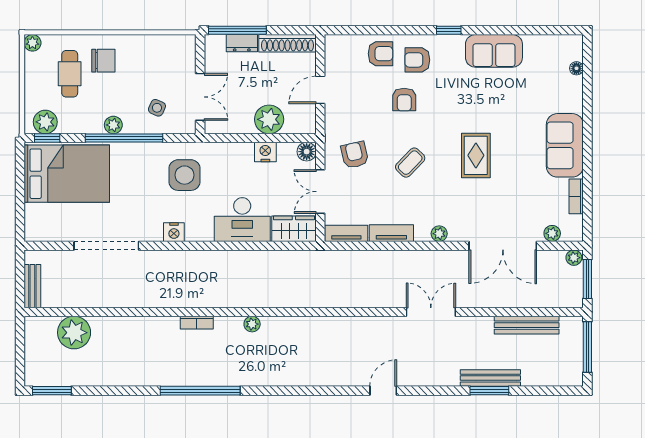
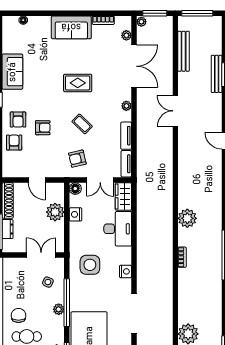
plant: (252, 324) -> (187, 218), width x1.88, depth x1.88

